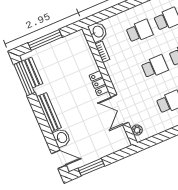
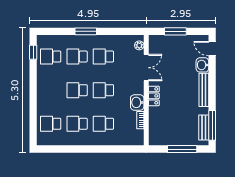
washbasin: (98, 32) -> (137, 102), moved
window: (91, 167) -> (175, 31), moved

